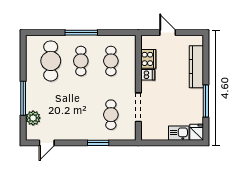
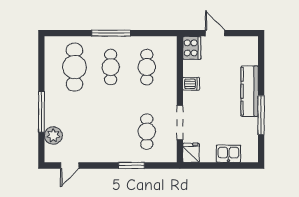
cooker: (148, 59) -> (192, 48), moved
kitchen counter: (196, 67) -> (250, 91), moved
fridge: (197, 132) -> (191, 153), moved

